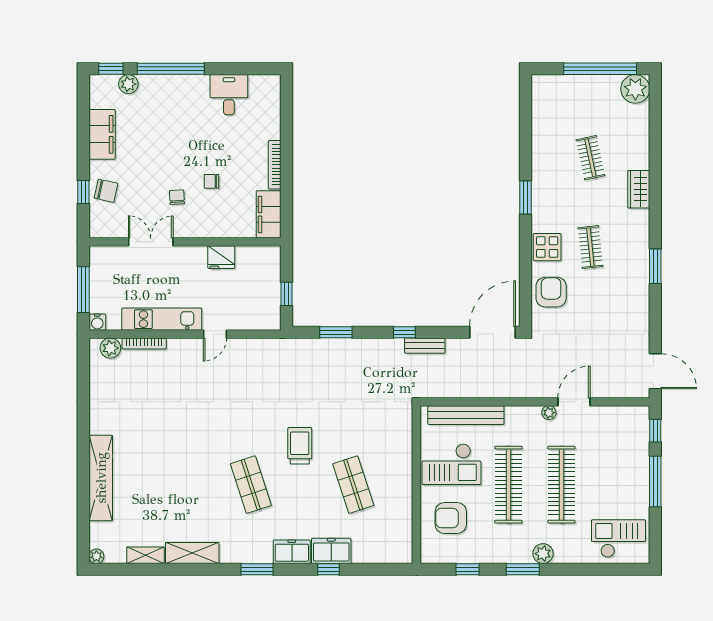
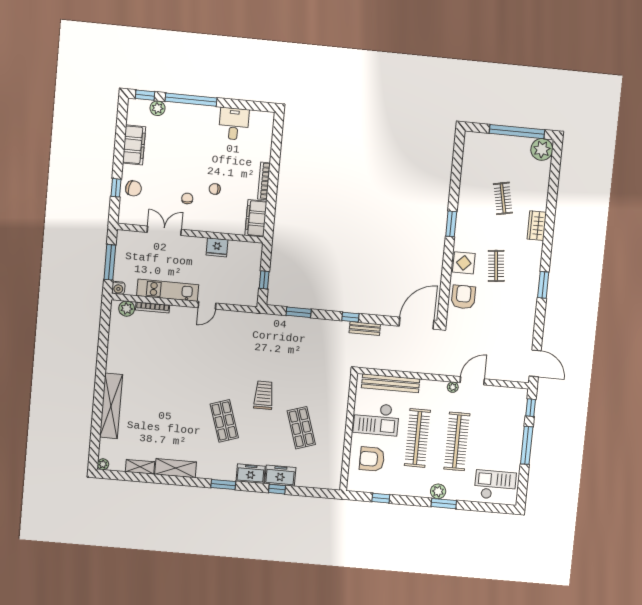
window: (523, 569) -> (444, 504), moved

